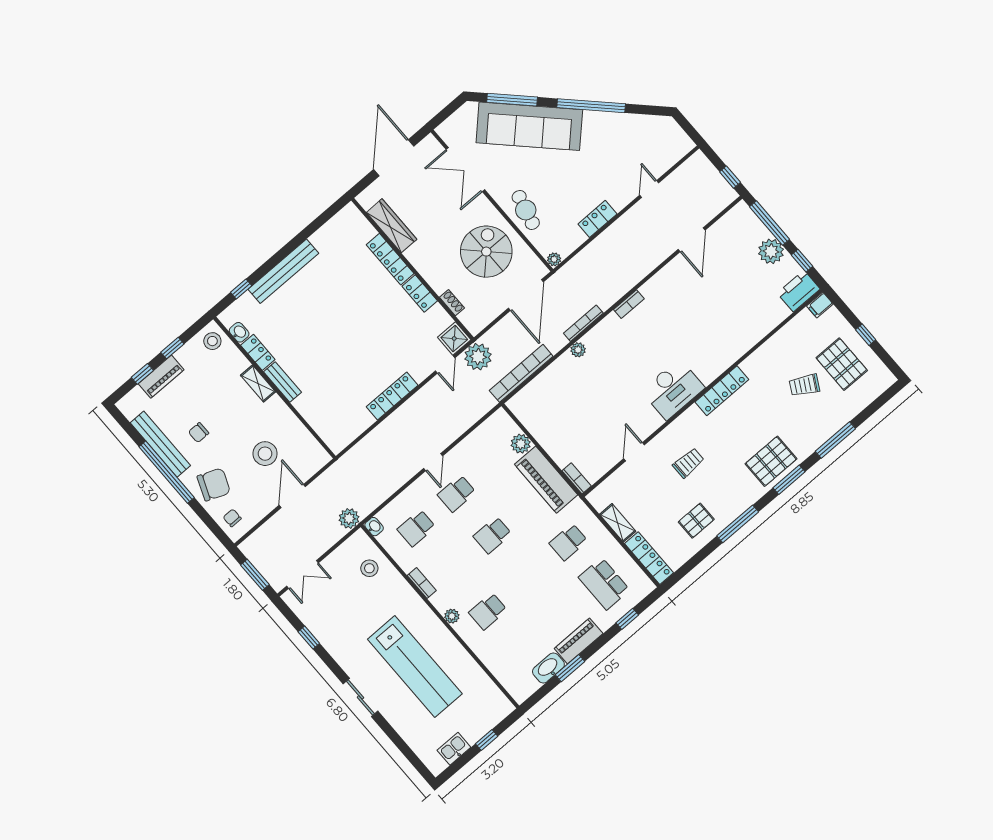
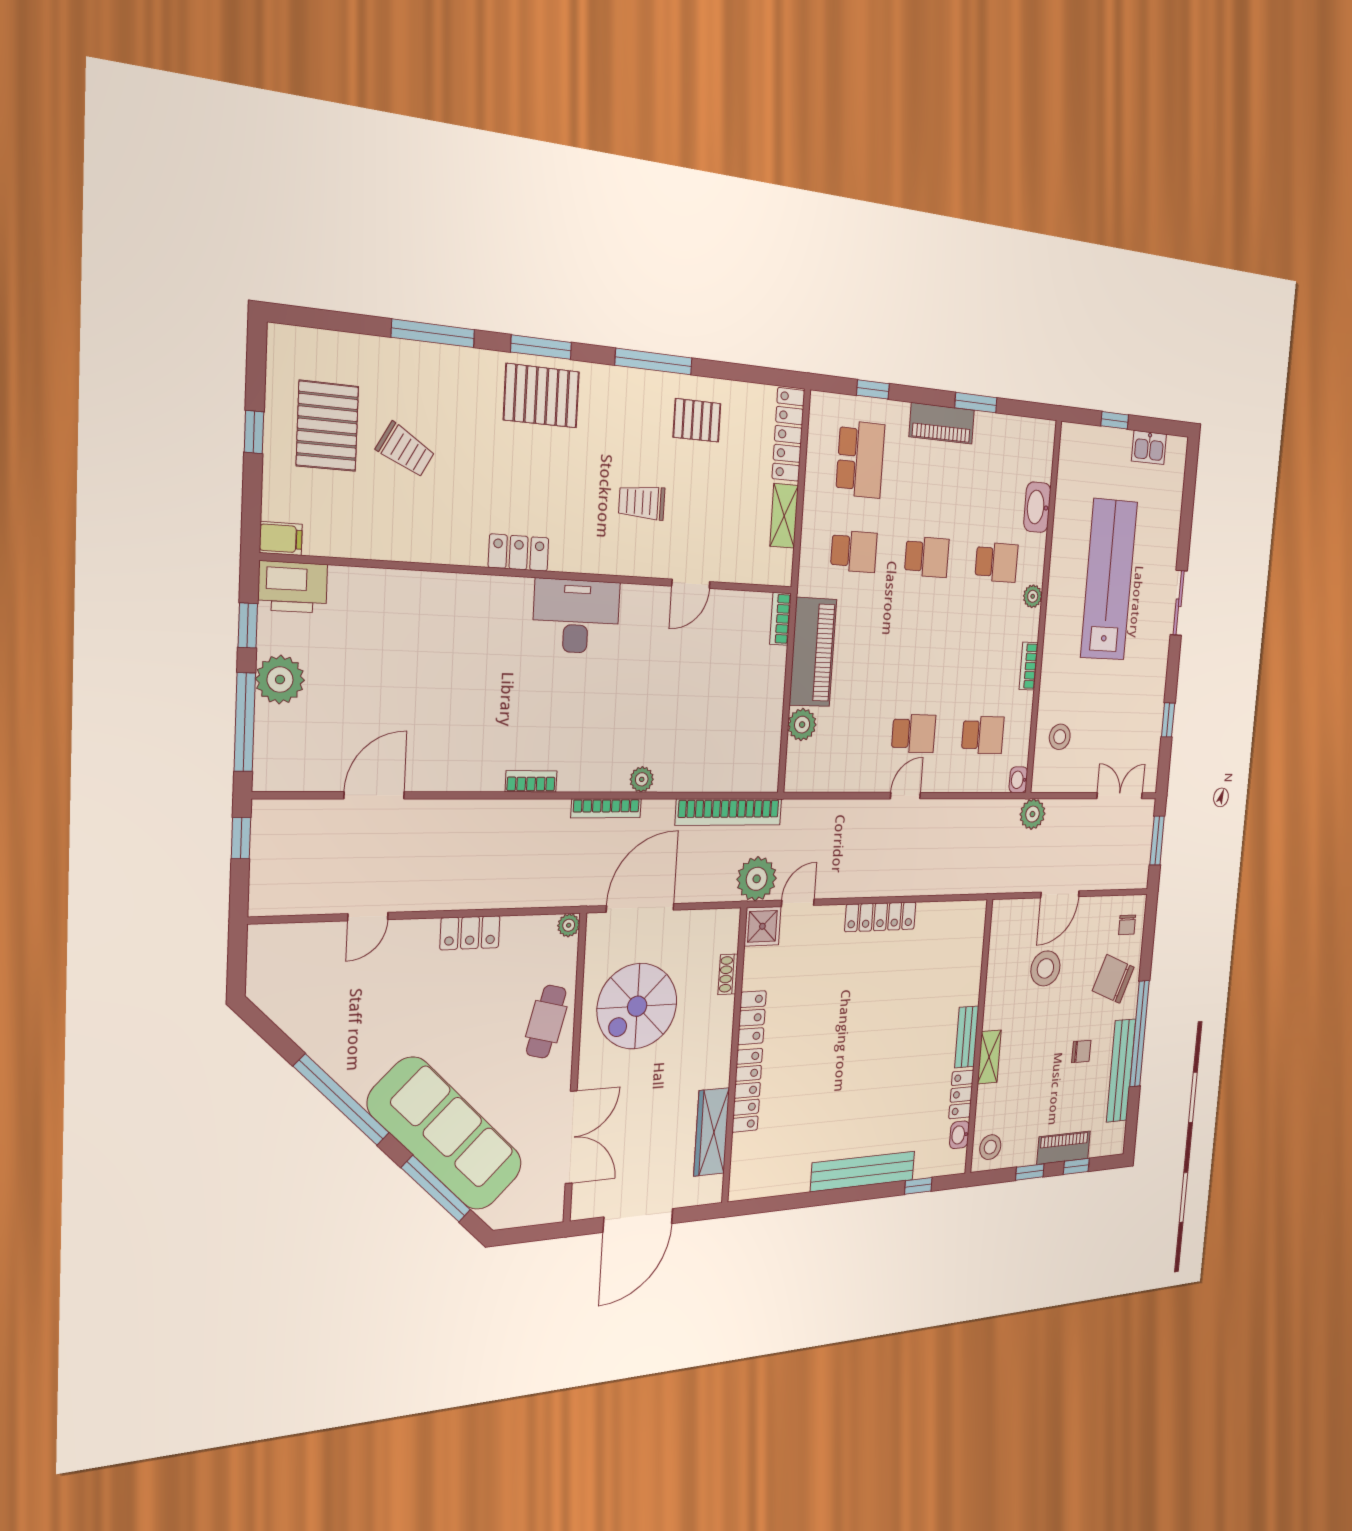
locker: (722, 391) -> (519, 553), width x0.66
school desk: (492, 535) -> (927, 557), moved
washbasin: (548, 668) -> (1037, 507), moved, turned 90

